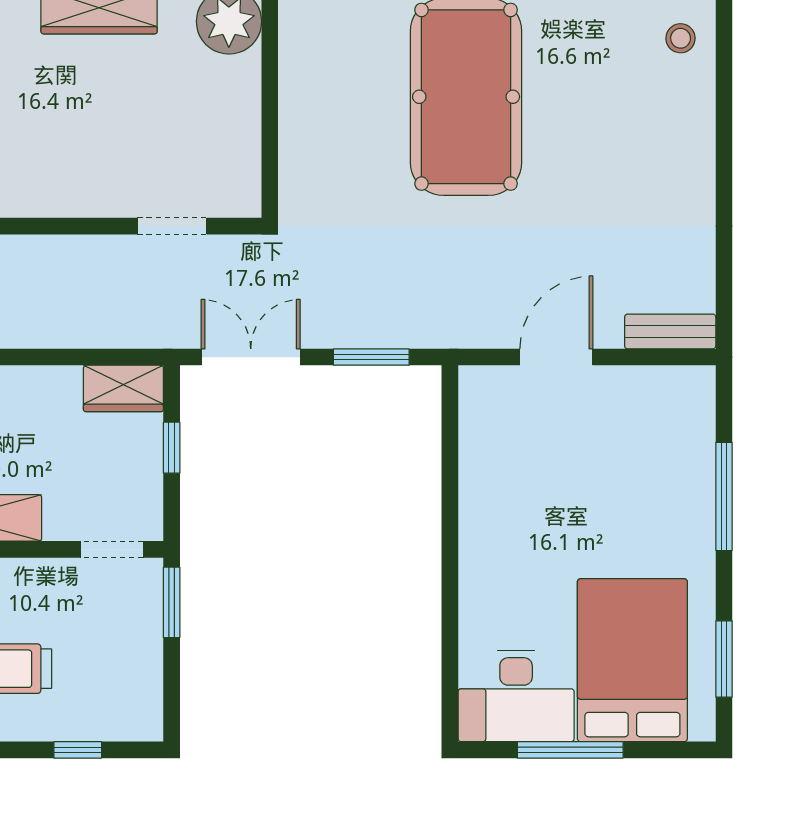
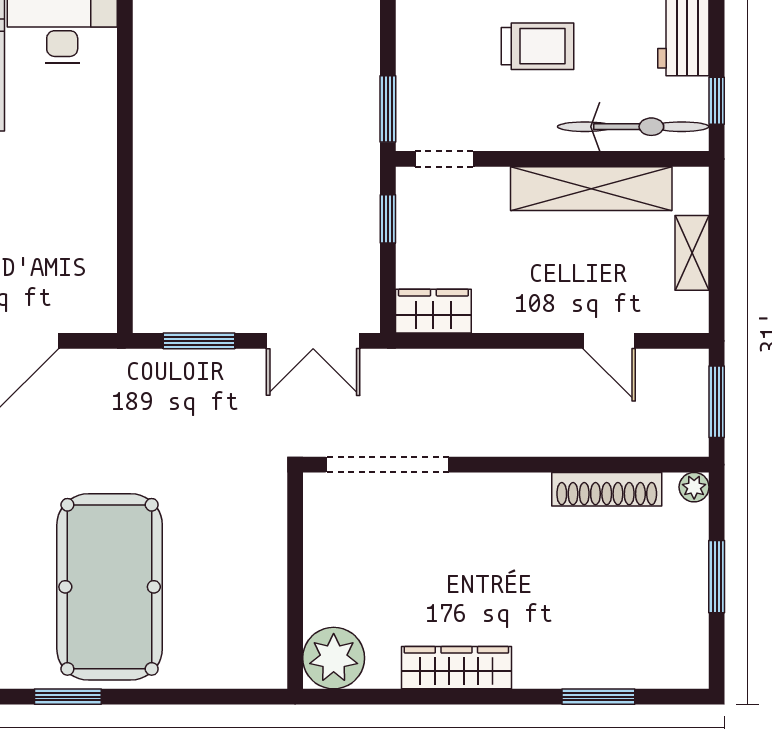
doorway: (172, 226) -> (387, 465), width x1.87
window: (172, 448) -> (388, 219), moved

